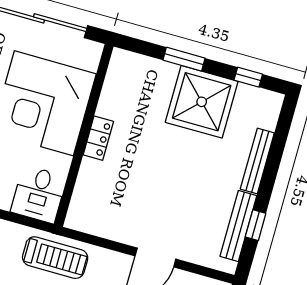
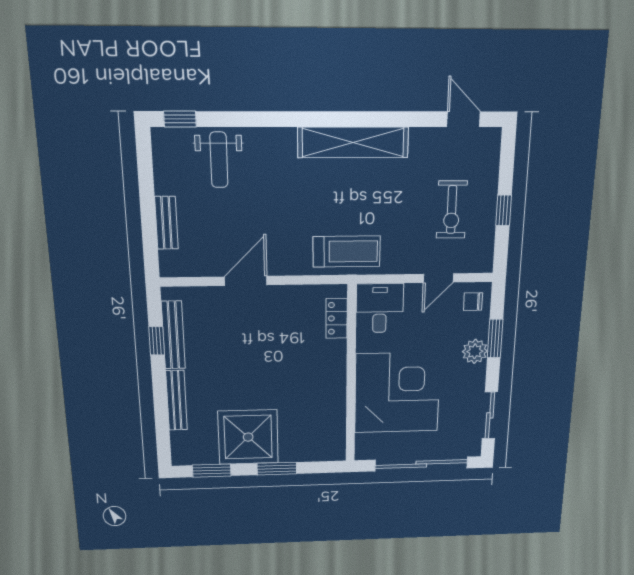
window: (248, 77) -> (212, 471), width x1.50
locker: (98, 138) -> (337, 318), moved
treadmill: (55, 258) -> (347, 251), turned 180

